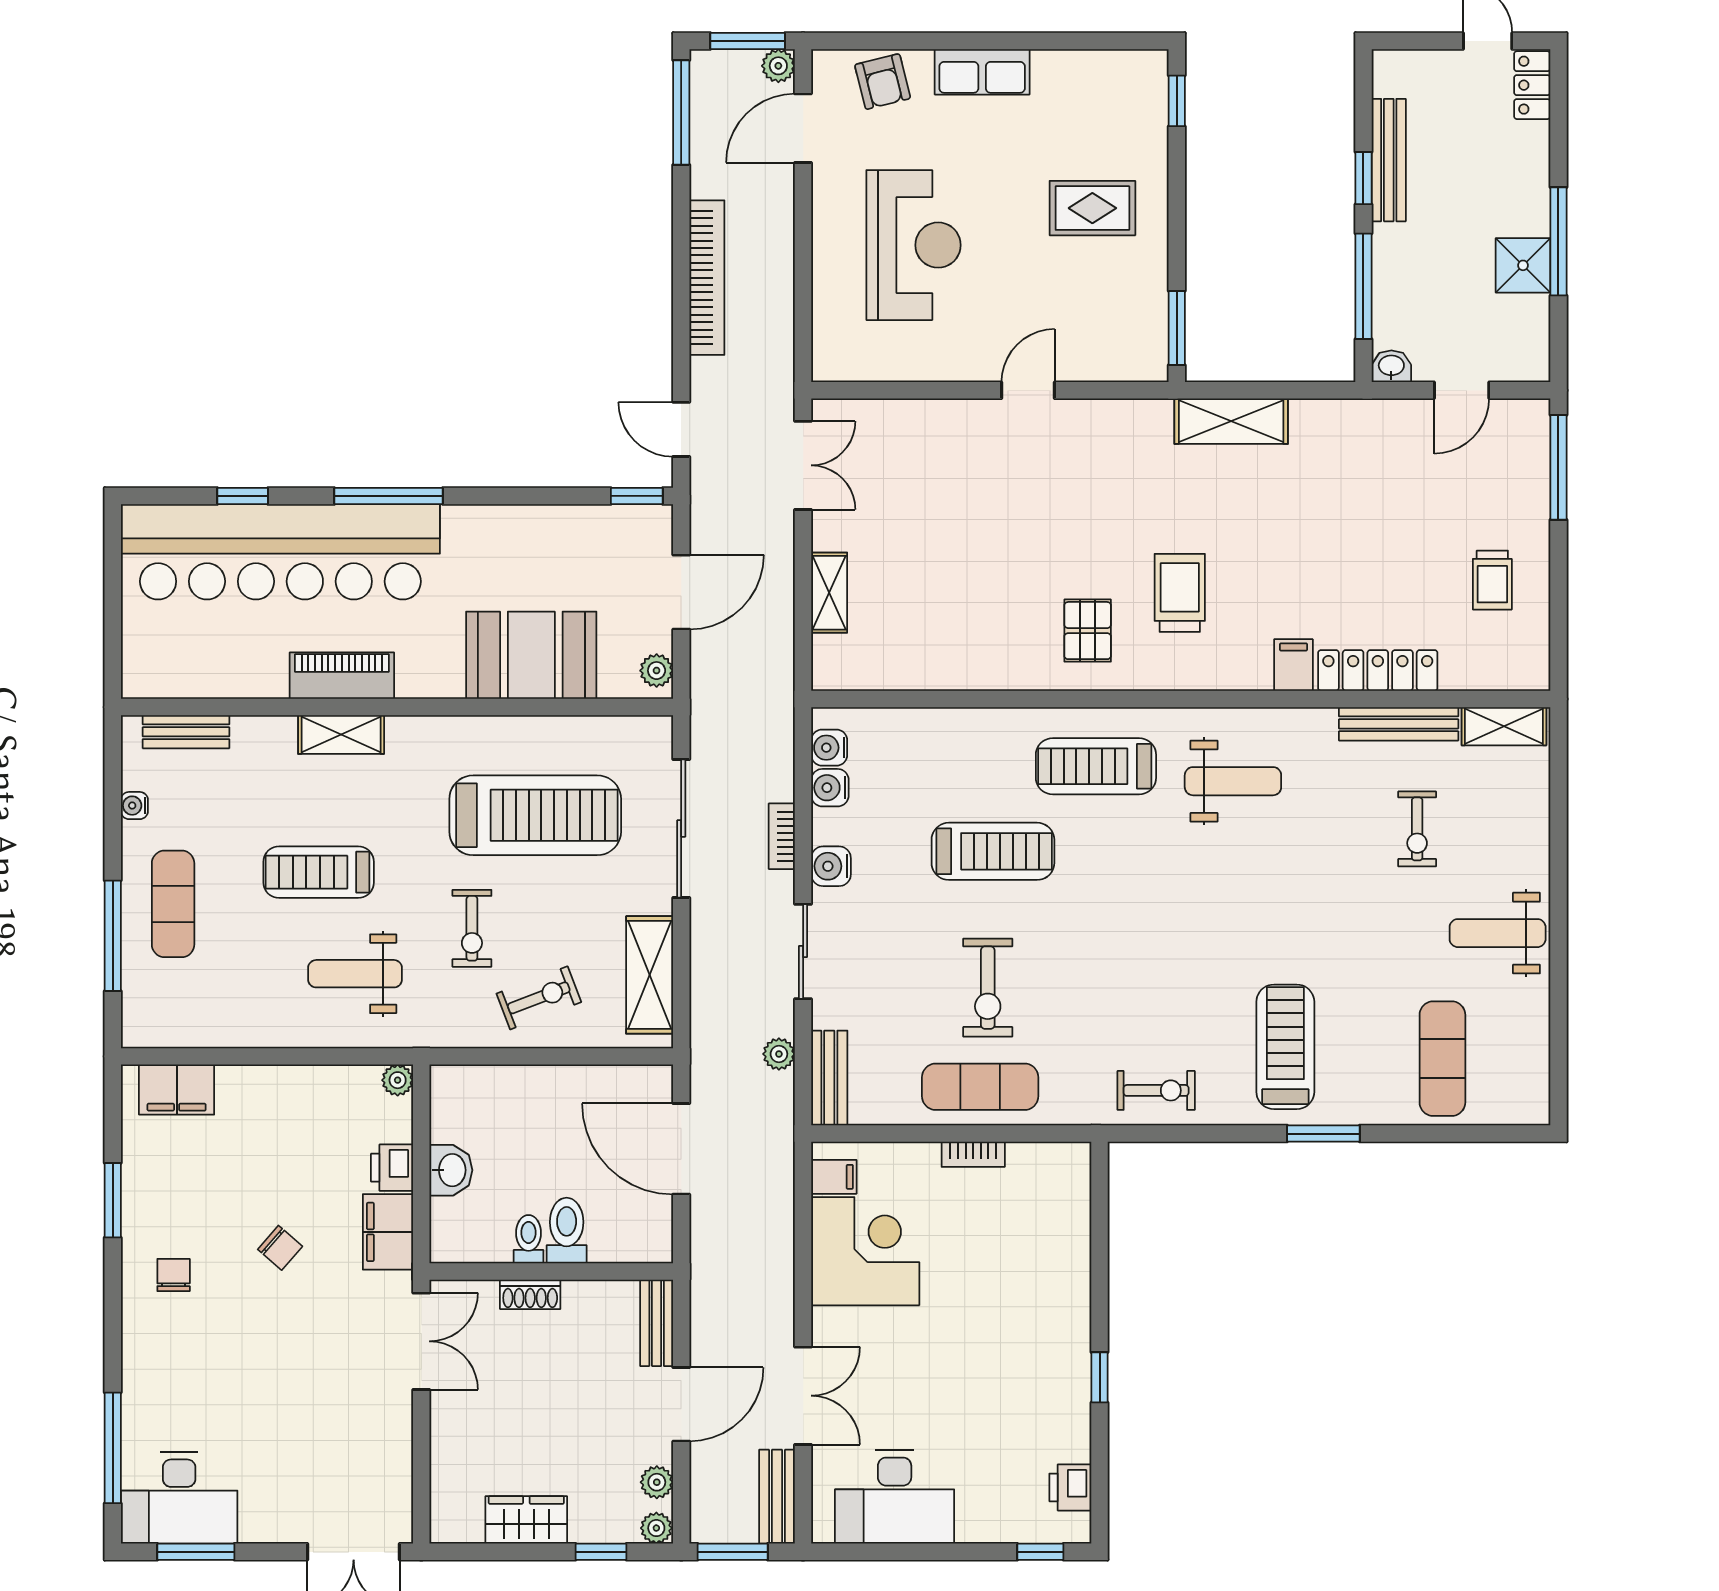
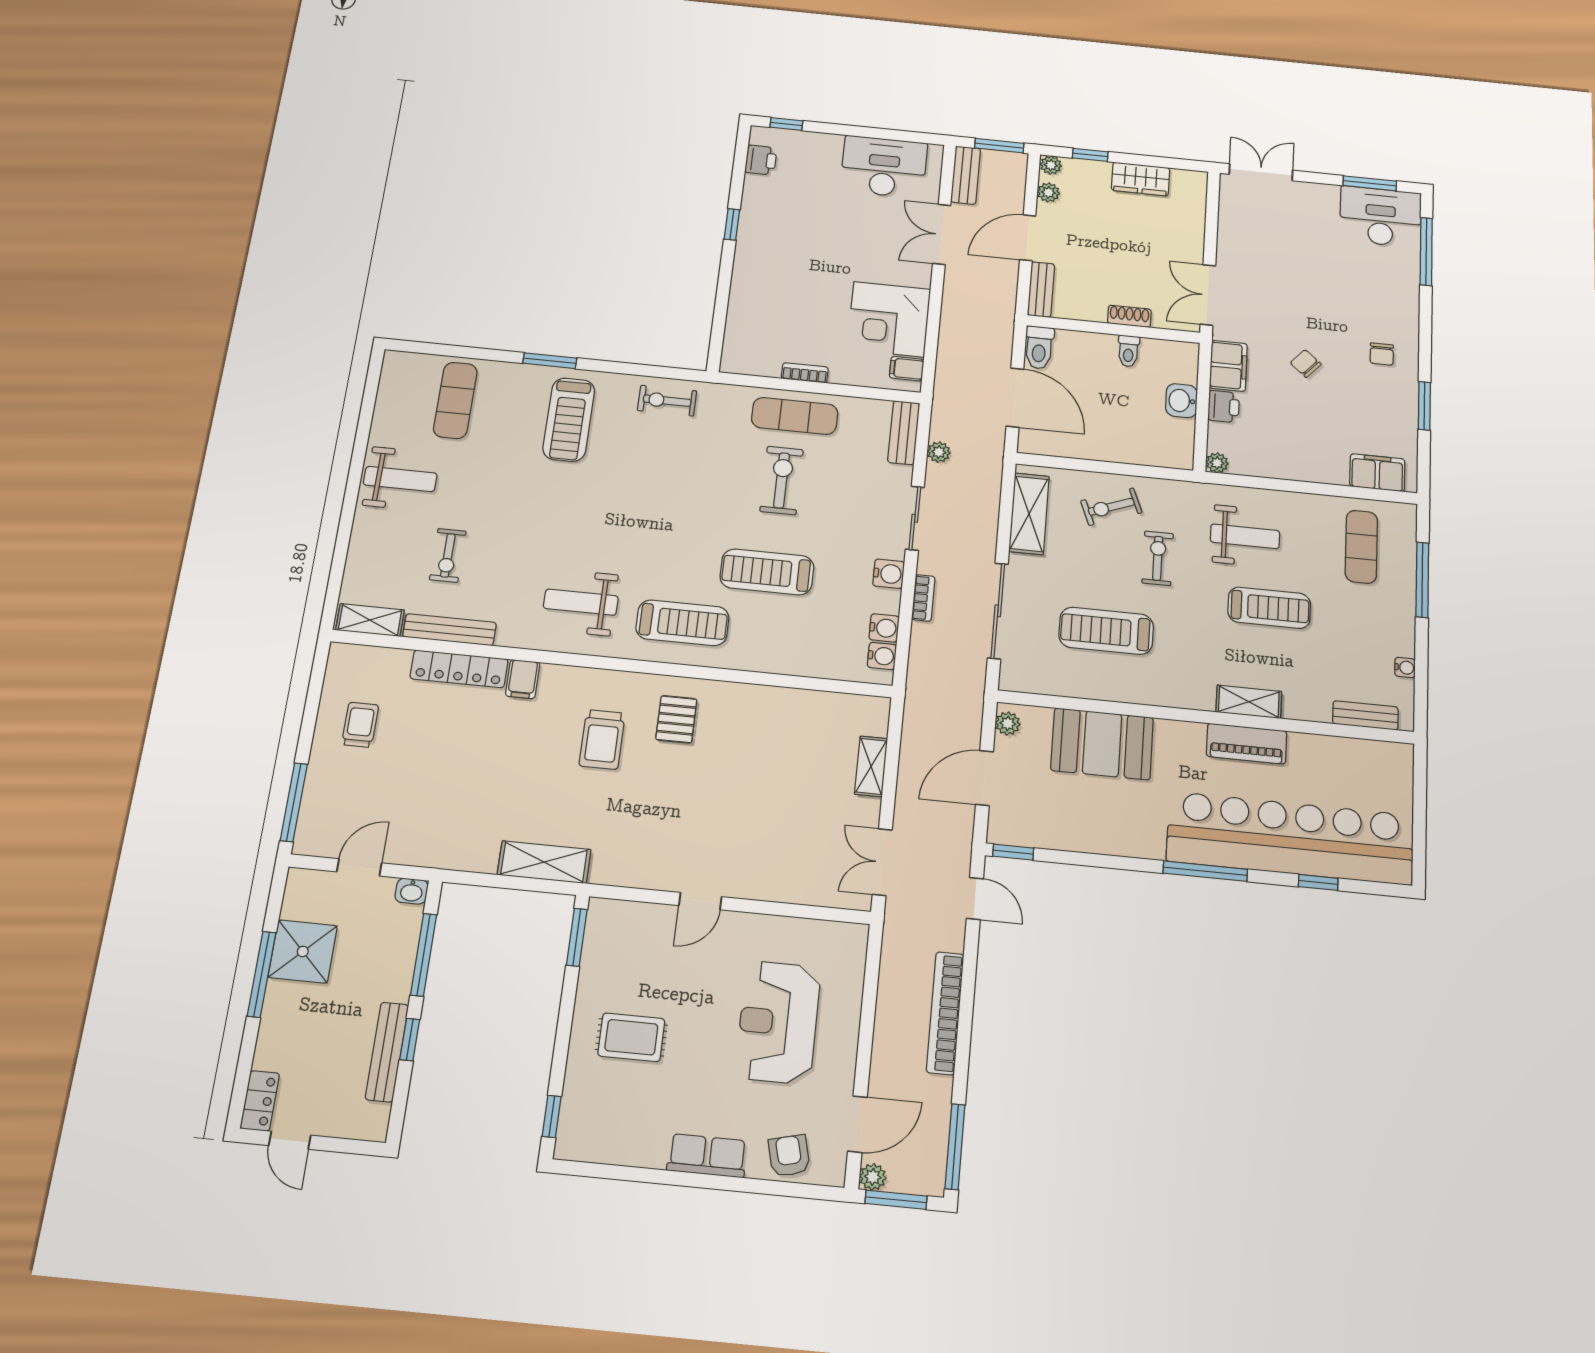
shower: (1523, 265) -> (303, 951), width x1.36, depth x1.36
treadmill: (535, 815) -> (1106, 631), width x0.73, depth x0.73
exercise bike: (1417, 829) -> (448, 555), turned 180
exercise mat: (173, 904) -> (1361, 547), moved
toilet: (567, 1231) -> (1039, 348), moved

